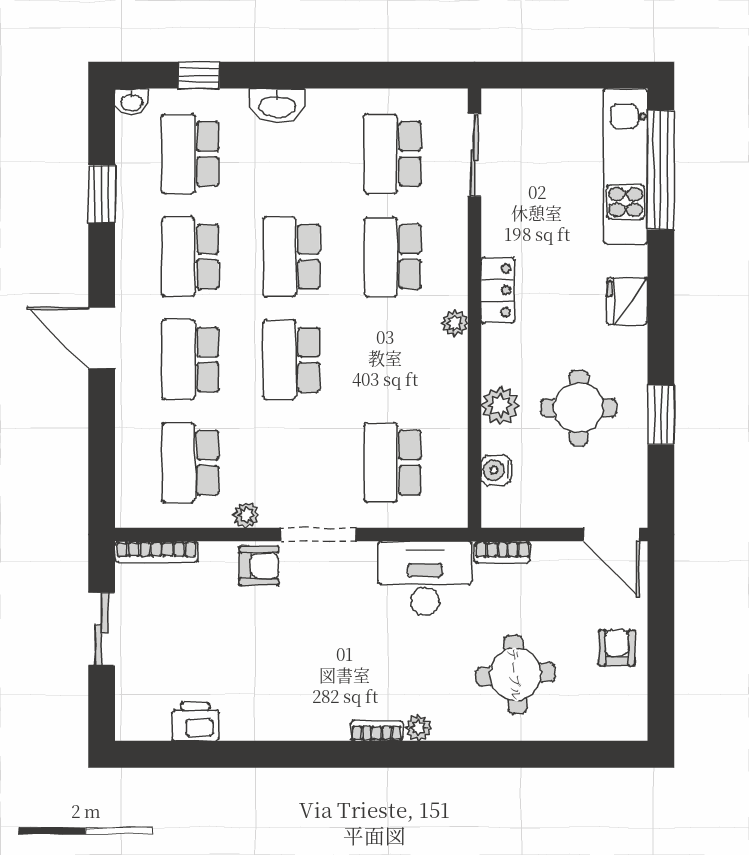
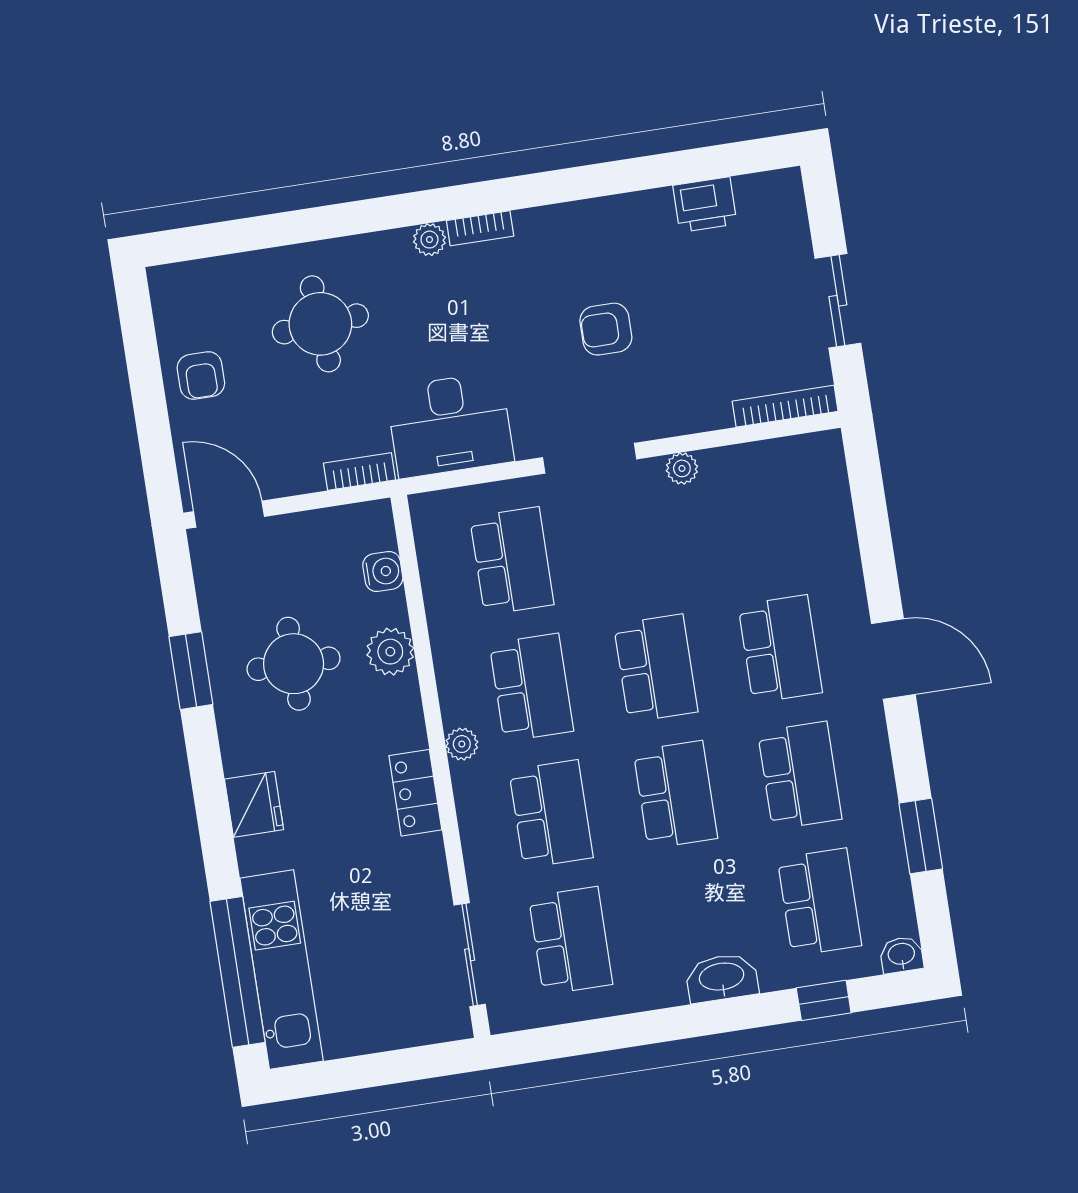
school desk: (190, 463) -> (531, 687), moved
armchair: (259, 566) -> (606, 329), moved

